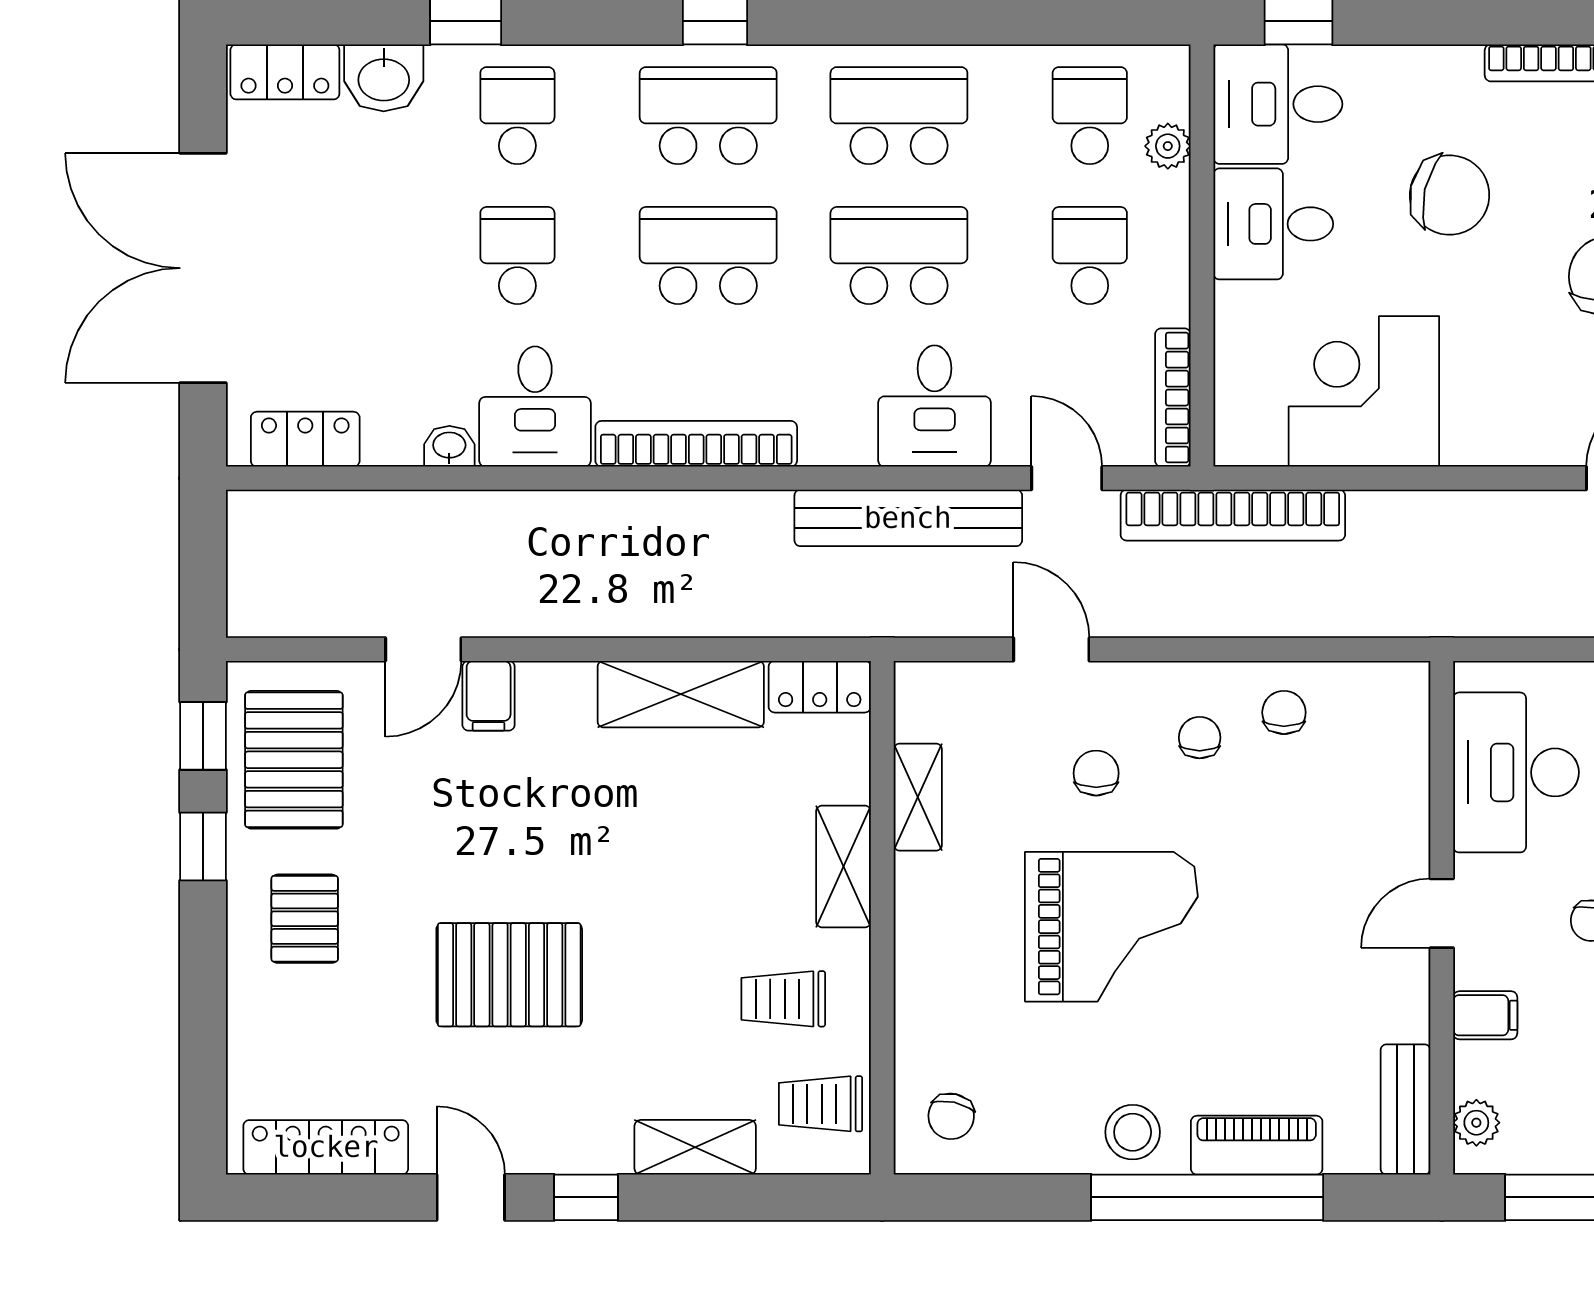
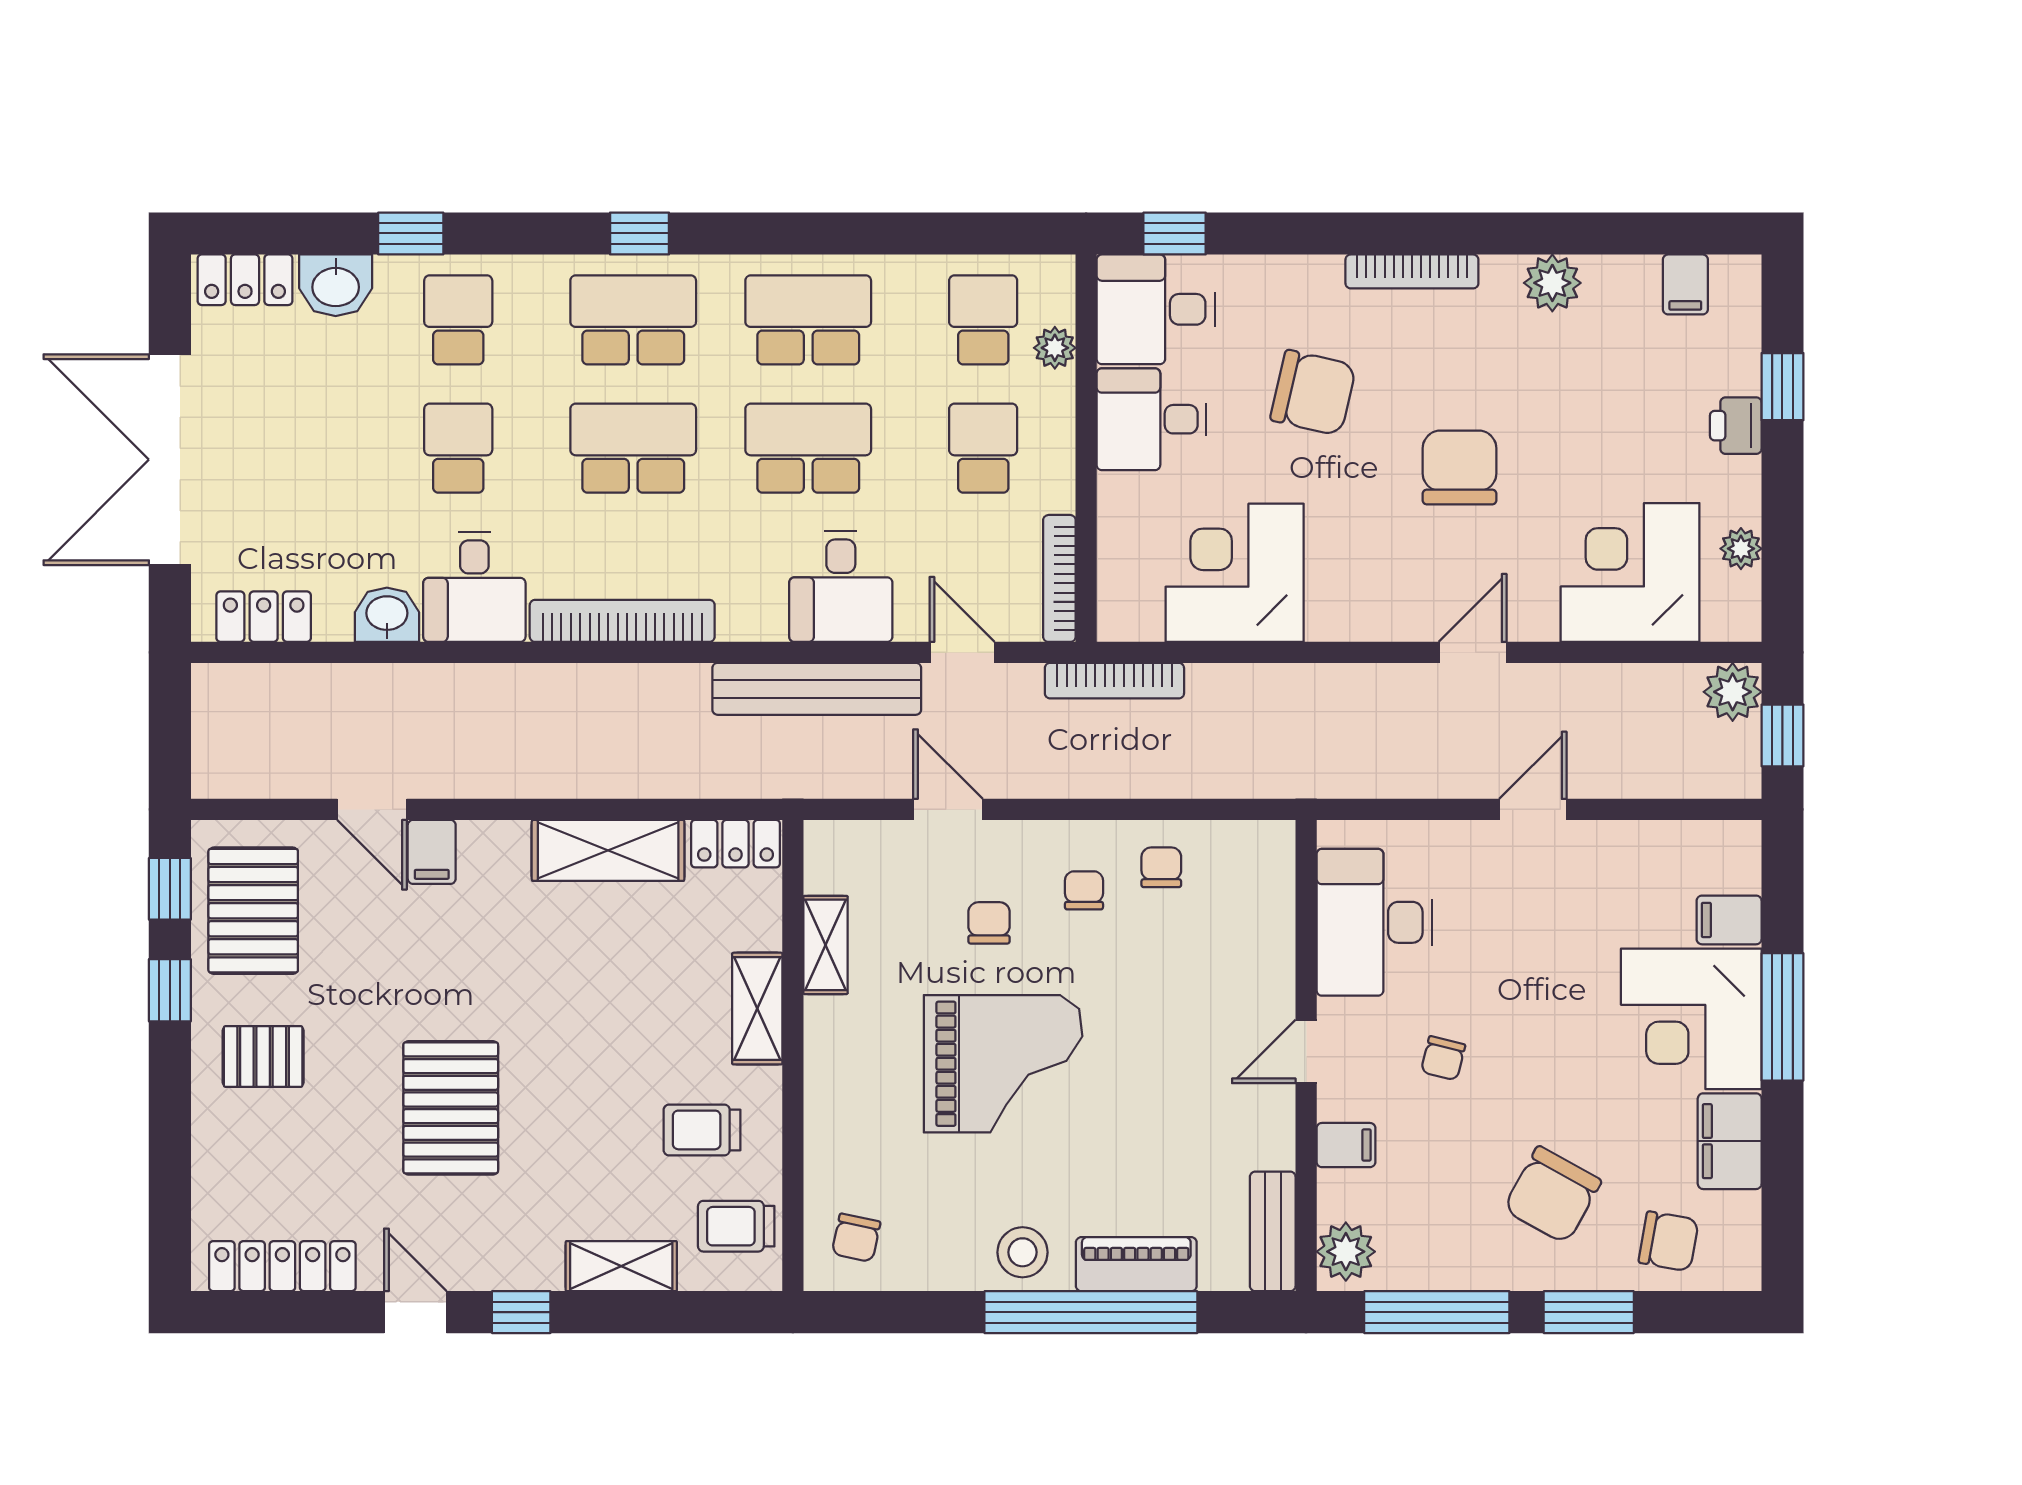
washbasin: (449, 446) -> (387, 615), width x1.38, depth x1.45
bookcase: (1233, 515) -> (1114, 681), width x0.68, depth x0.76
door: (423, 649) -> (372, 809), hinge flipped
pallet: (305, 919) -> (263, 1056), turned 90
pallet: (509, 975) -> (451, 1108), turned 90
plant: (1476, 1123) -> (1346, 1252), width x1.38, depth x1.38

